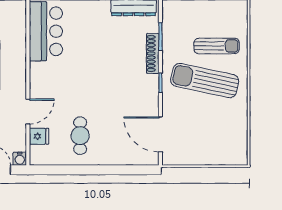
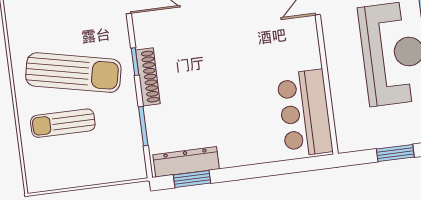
shoe rack: (153, 53) -> (148, 77), moved

